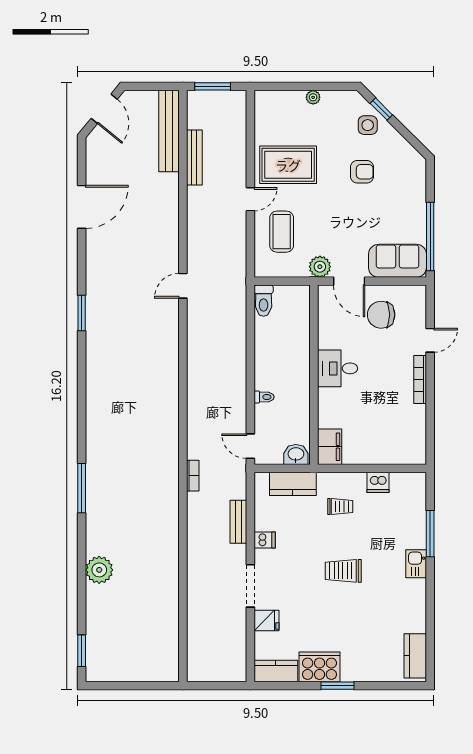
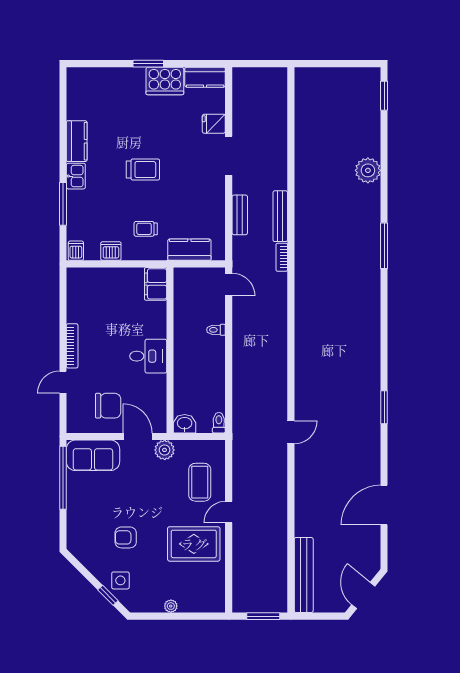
bench: (194, 158) -> (280, 216), moved
toilet: (264, 301) -> (219, 423), width x0.73, depth x0.72
washbasin: (296, 455) -> (185, 424), moved, turned 180
dishwasher: (265, 540) -> (76, 251), moved, turned 90
kitchen counter: (415, 656) -> (77, 141), moved

